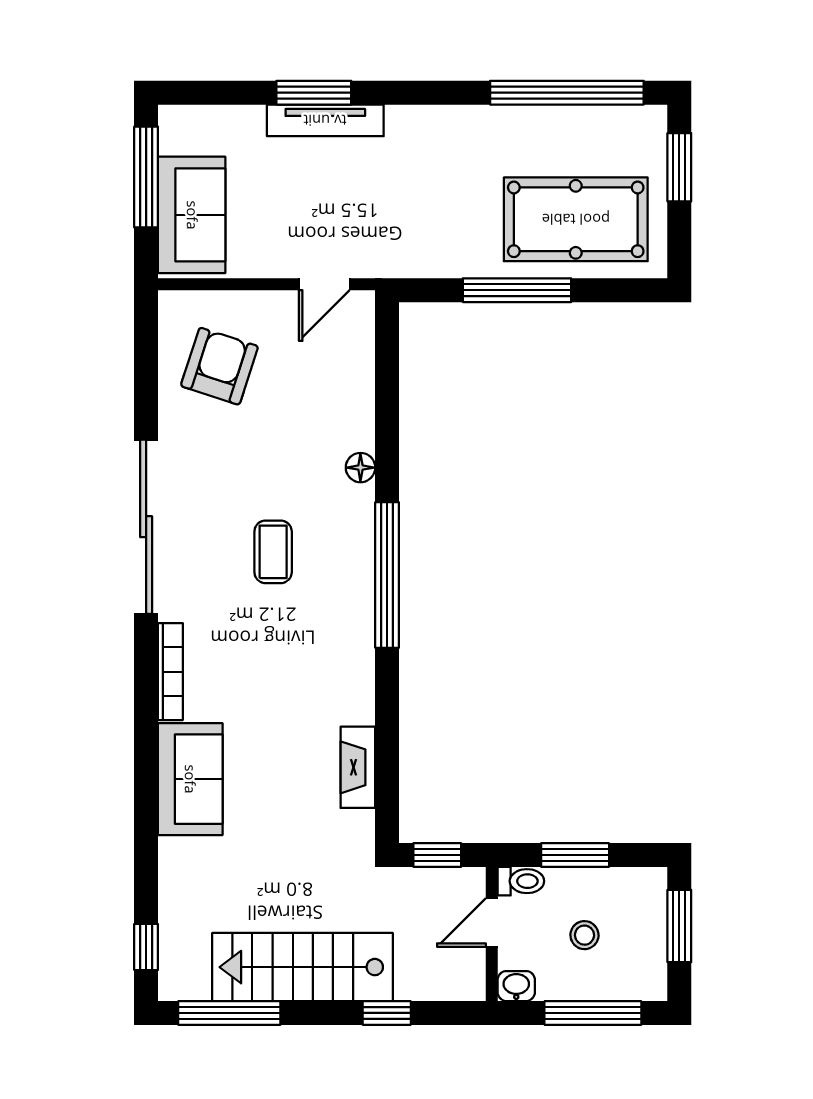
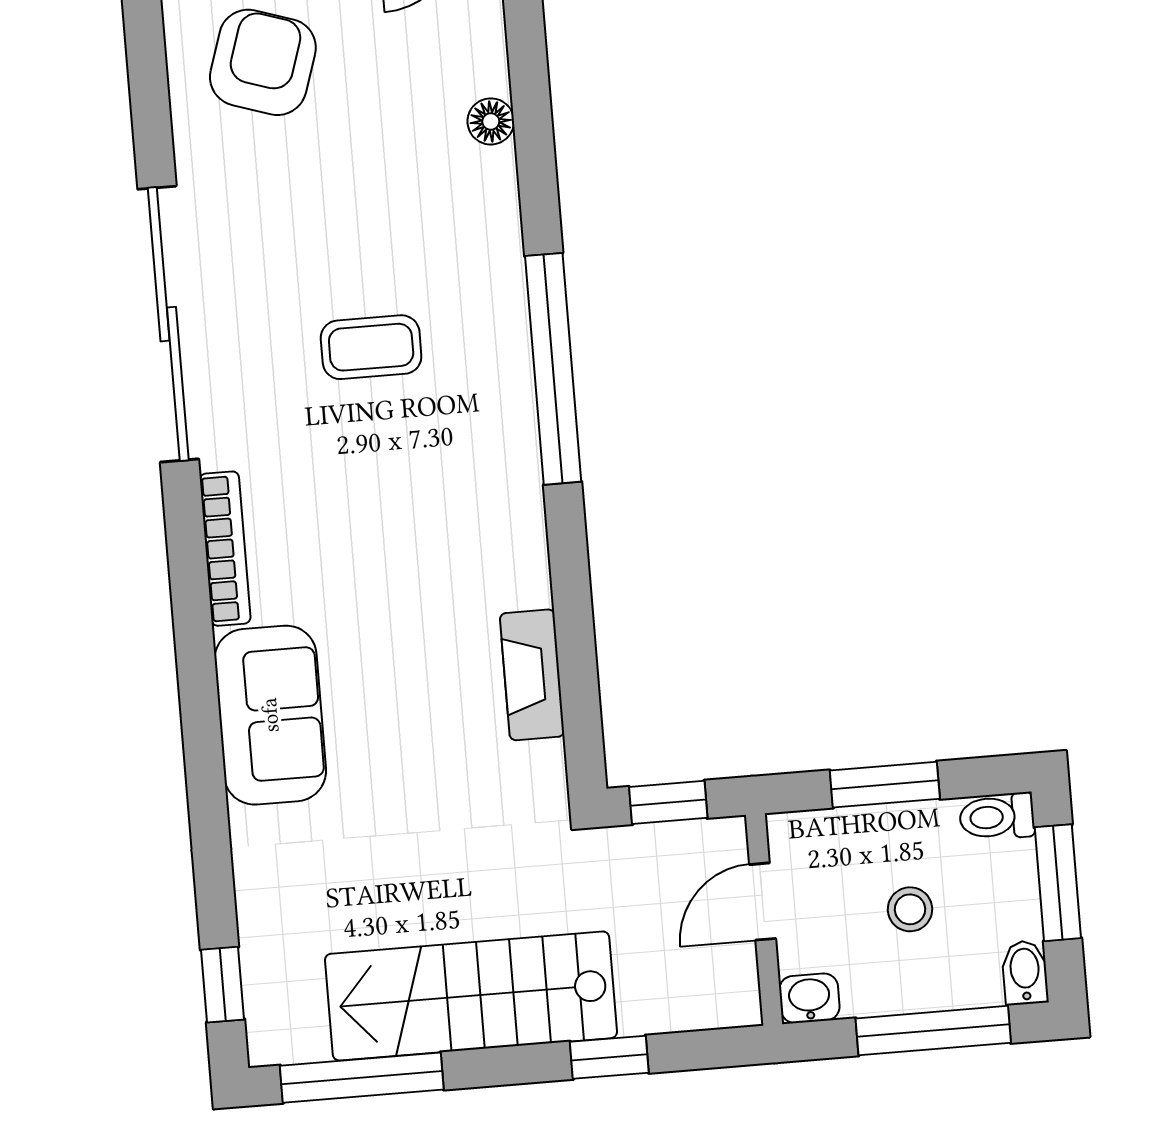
floor lamp: (360, 468) -> (491, 121), moved
coffee table: (273, 552) -> (371, 347), turned 90
toilet: (521, 881) -> (997, 817), moved, turned 180
bidet: (654, 981) -> (1025, 973), added

